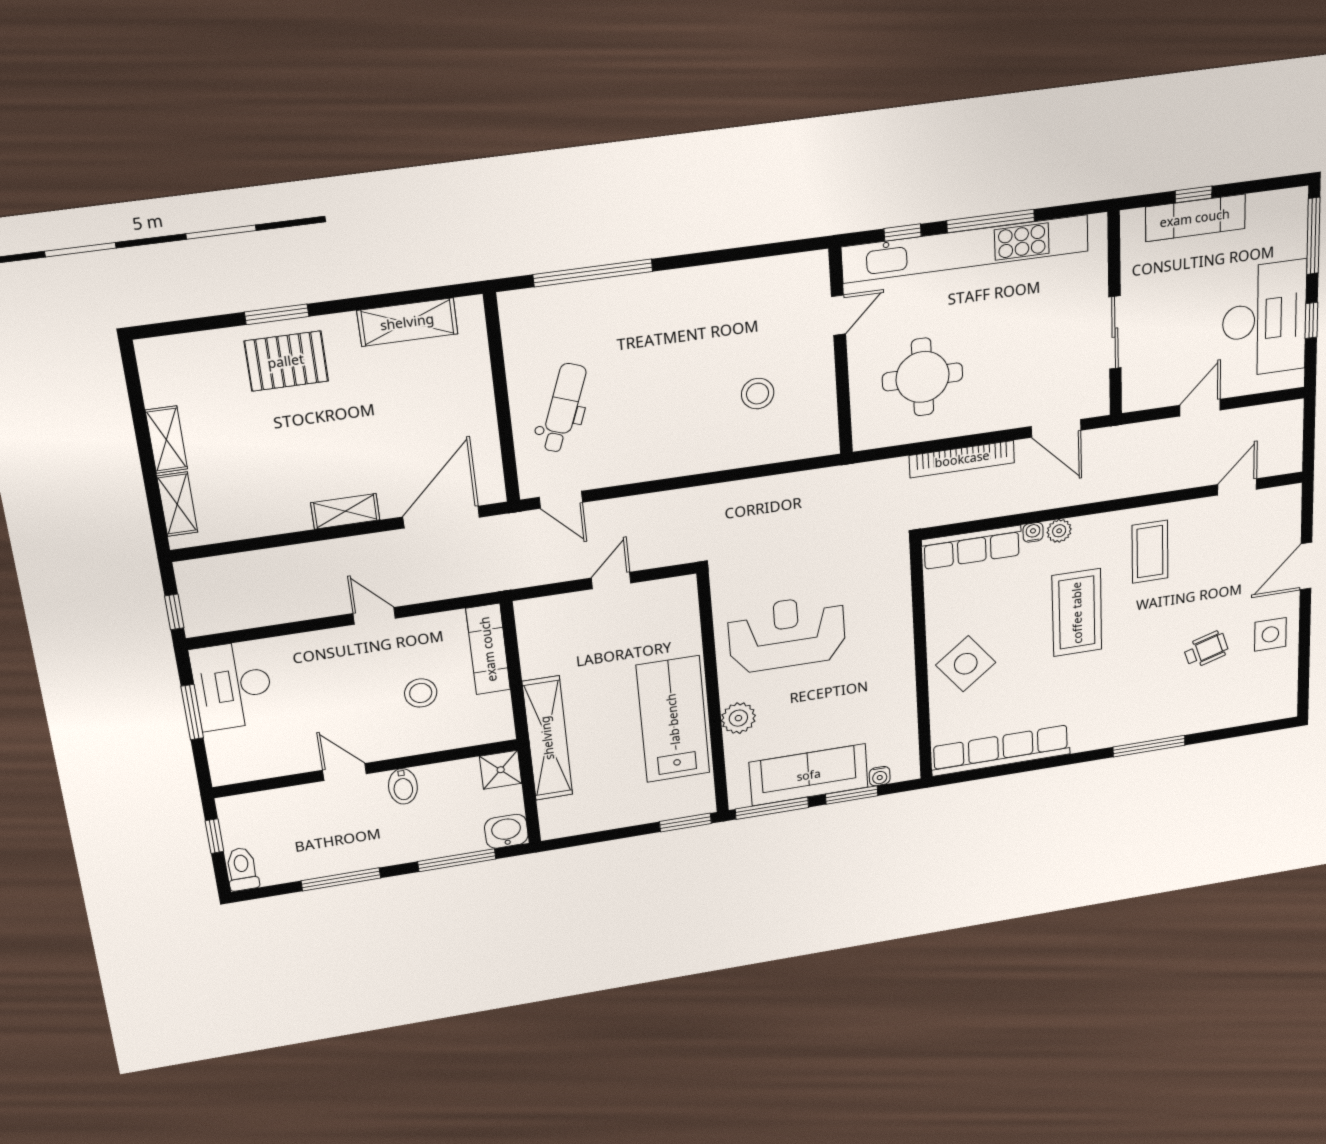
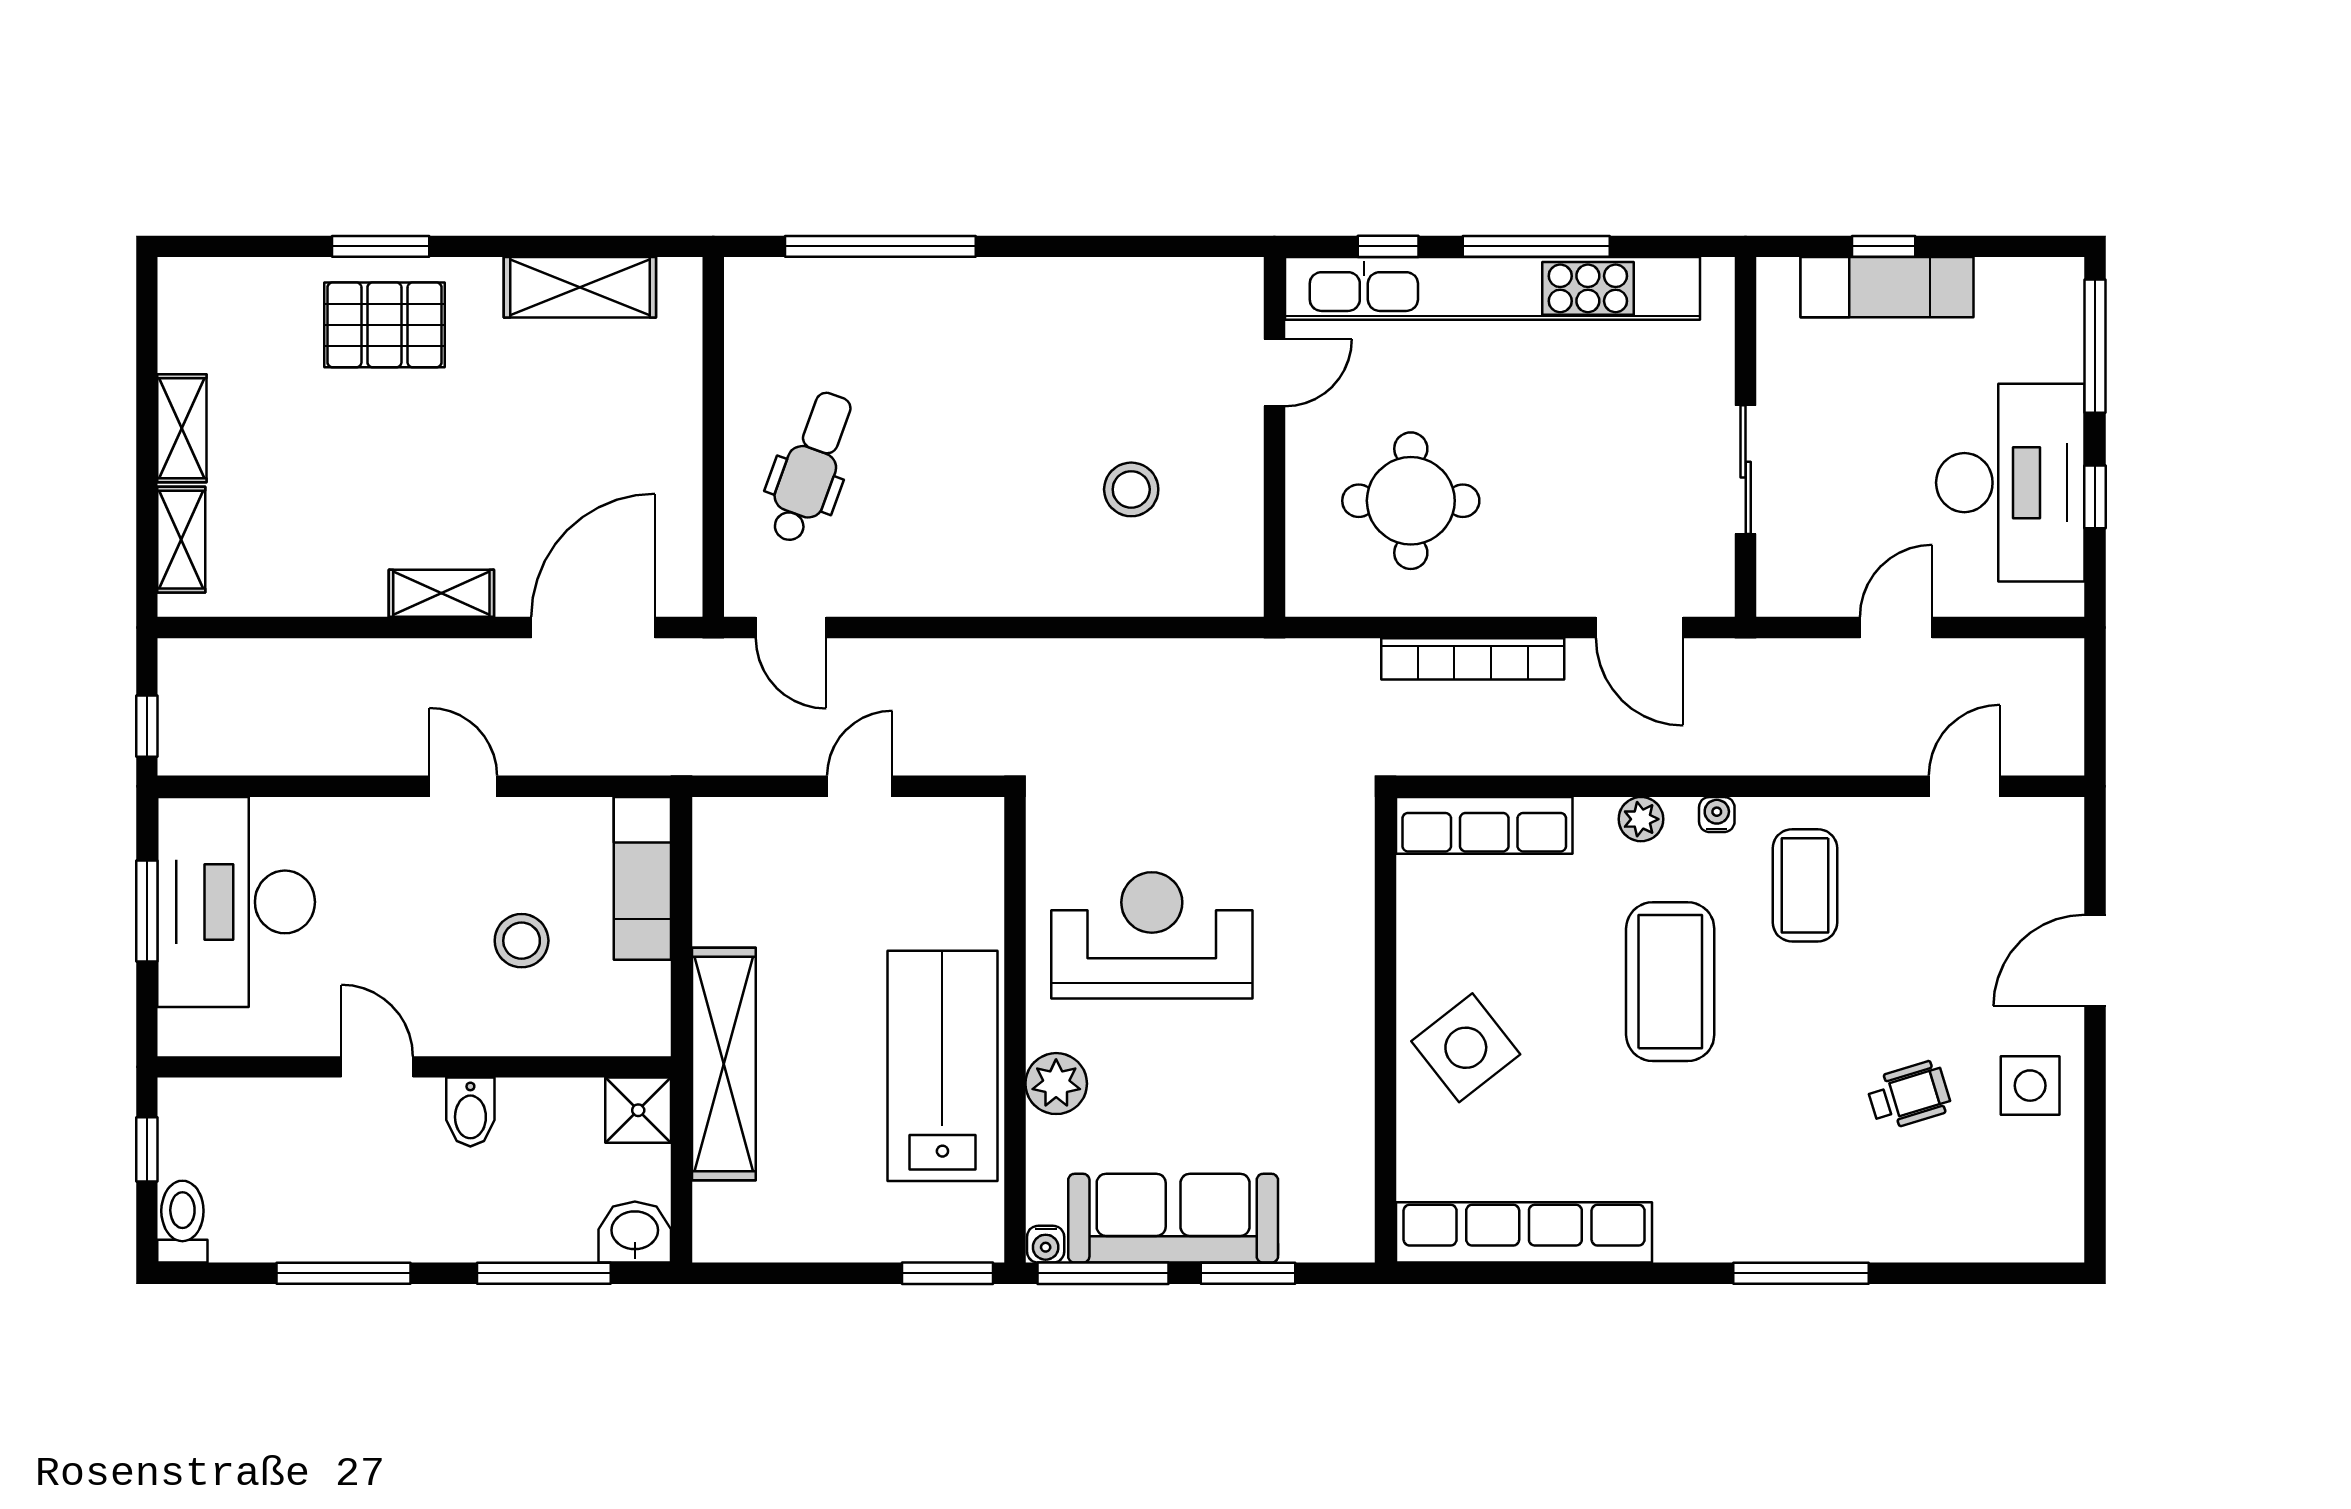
water cooler: (1033, 532) -> (1717, 815), moved
desk: (232, 686) -> (236, 902), width x1.36, depth x1.30
water cooler: (880, 776) -> (1046, 1244), moved

